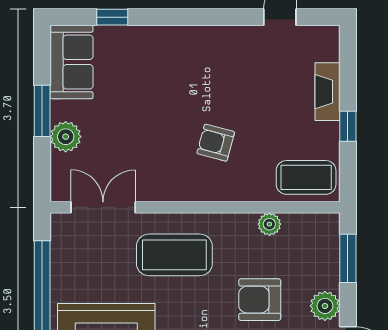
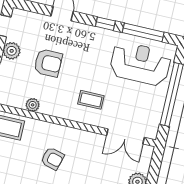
coffee table: (174, 255) -> (91, 100), width x0.54, depth x0.58

